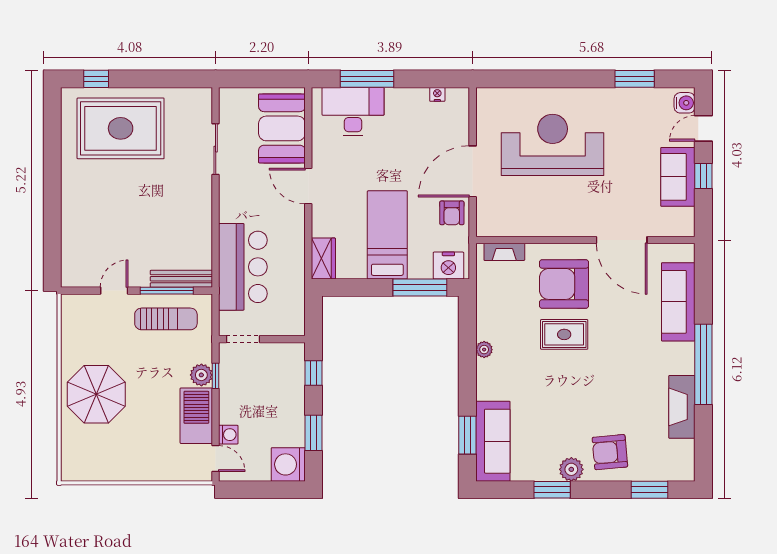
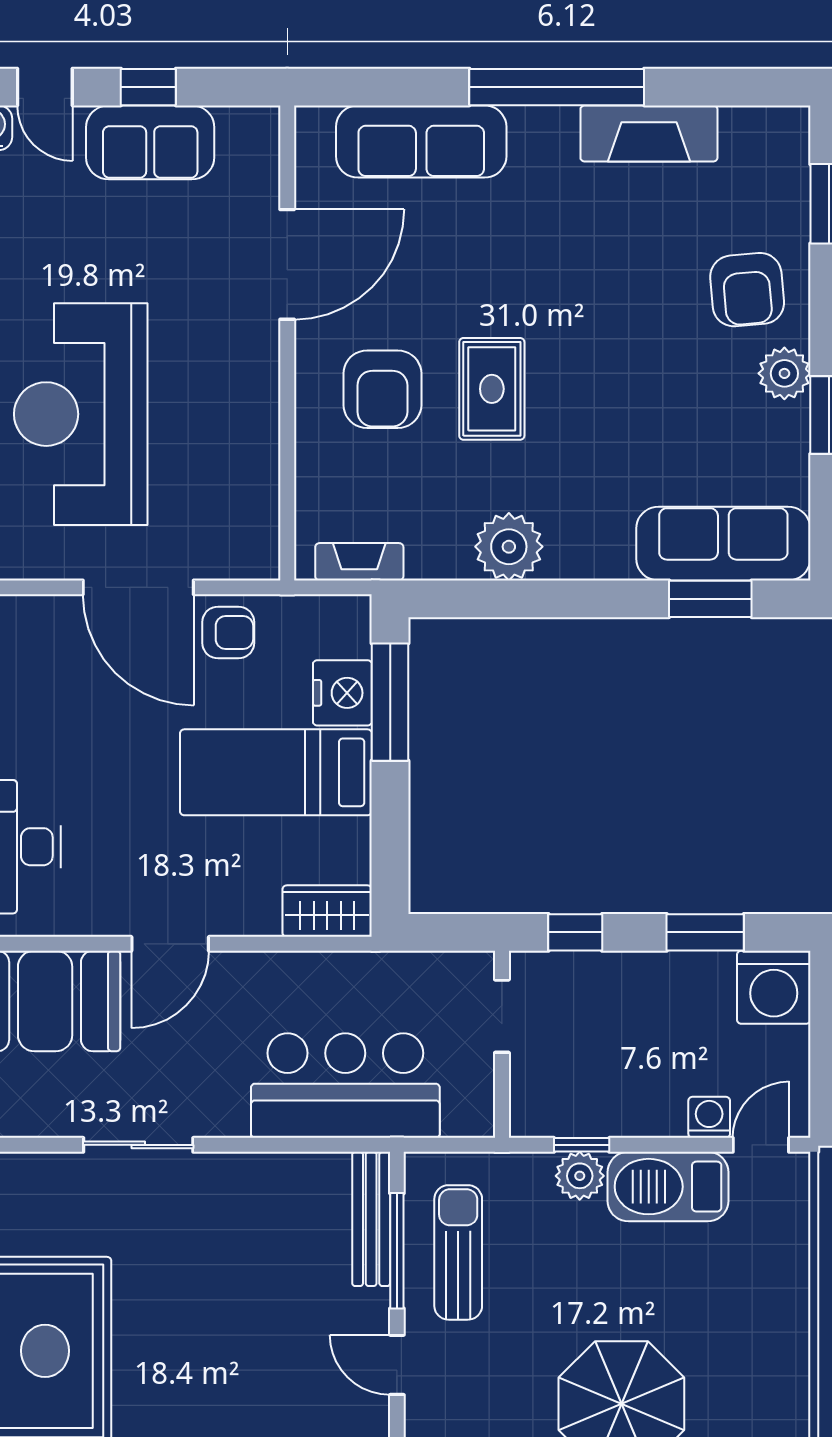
sliding door: (216, 149) -> (138, 1145), moved
fireplace: (504, 252) -> (359, 562), moved, turned -90
nightstand: (448, 266) -> (342, 693), moved
armchair: (564, 284) -> (382, 389), width x0.73, depth x0.73
doorway: (243, 339) -> (502, 1016), moved
plant: (484, 350) -> (509, 547), width x1.87, depth x1.87

